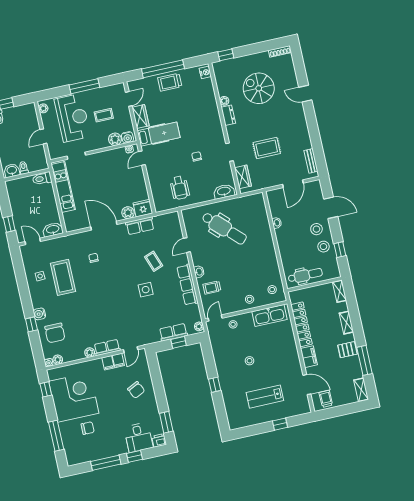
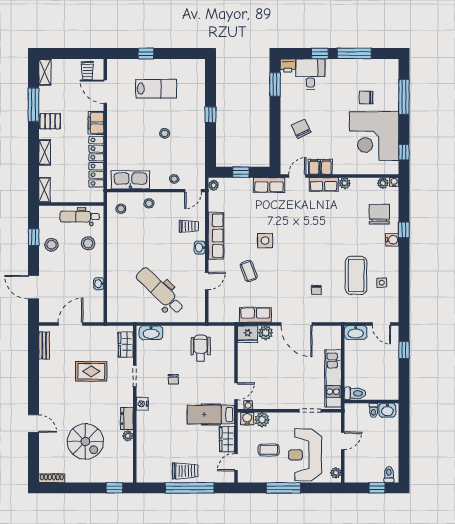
nightstand: (205, 72) -> (142, 404), moved
stool: (316, 229) -> (88, 243), moved
row of seats: (173, 332) -> (269, 185), moved

